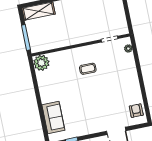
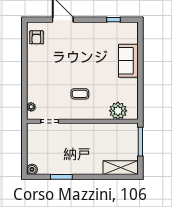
plant: (41, 63) -> (118, 111), moved
sofa: (53, 118) -> (128, 61), moved

